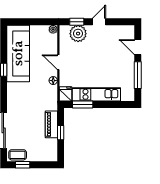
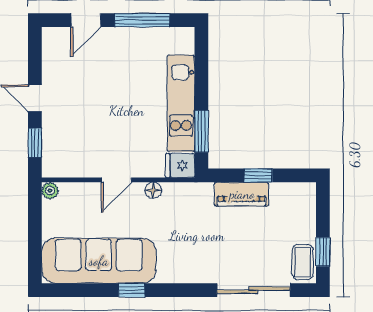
plant: (78, 34) -> (59, 140), removed

